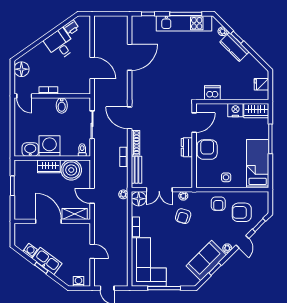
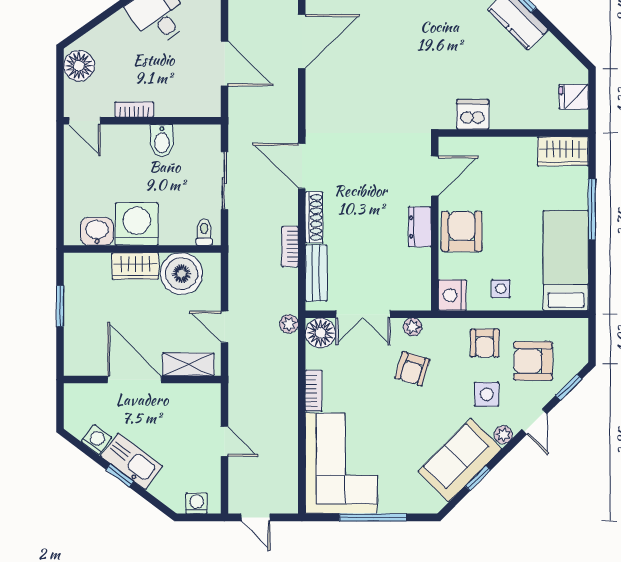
nightstand: (235, 110) -> (452, 295), moved, turned -90
side table: (219, 228) -> (487, 394), added

